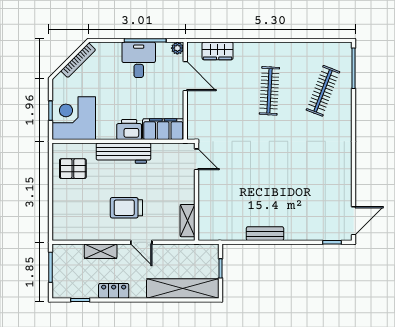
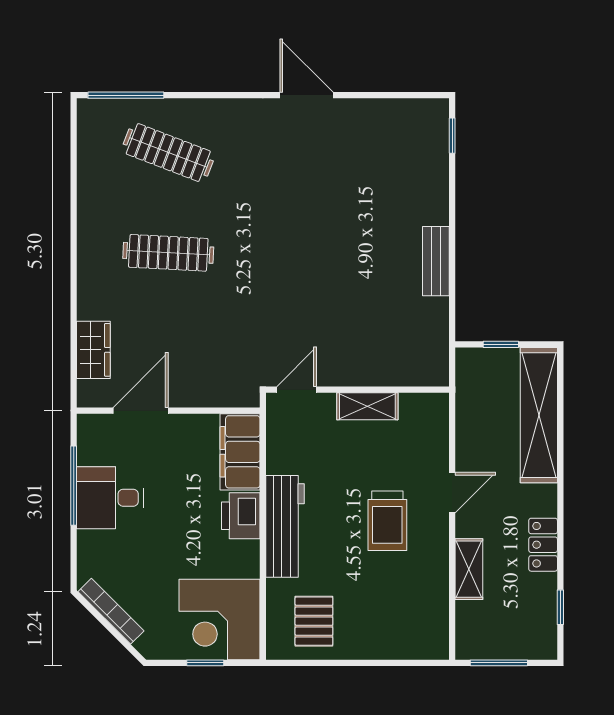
plant: (177, 48) -> (88, 425), removed
shelving: (188, 221) -> (367, 406), moved
door: (354, 221) -> (307, 95), moved

